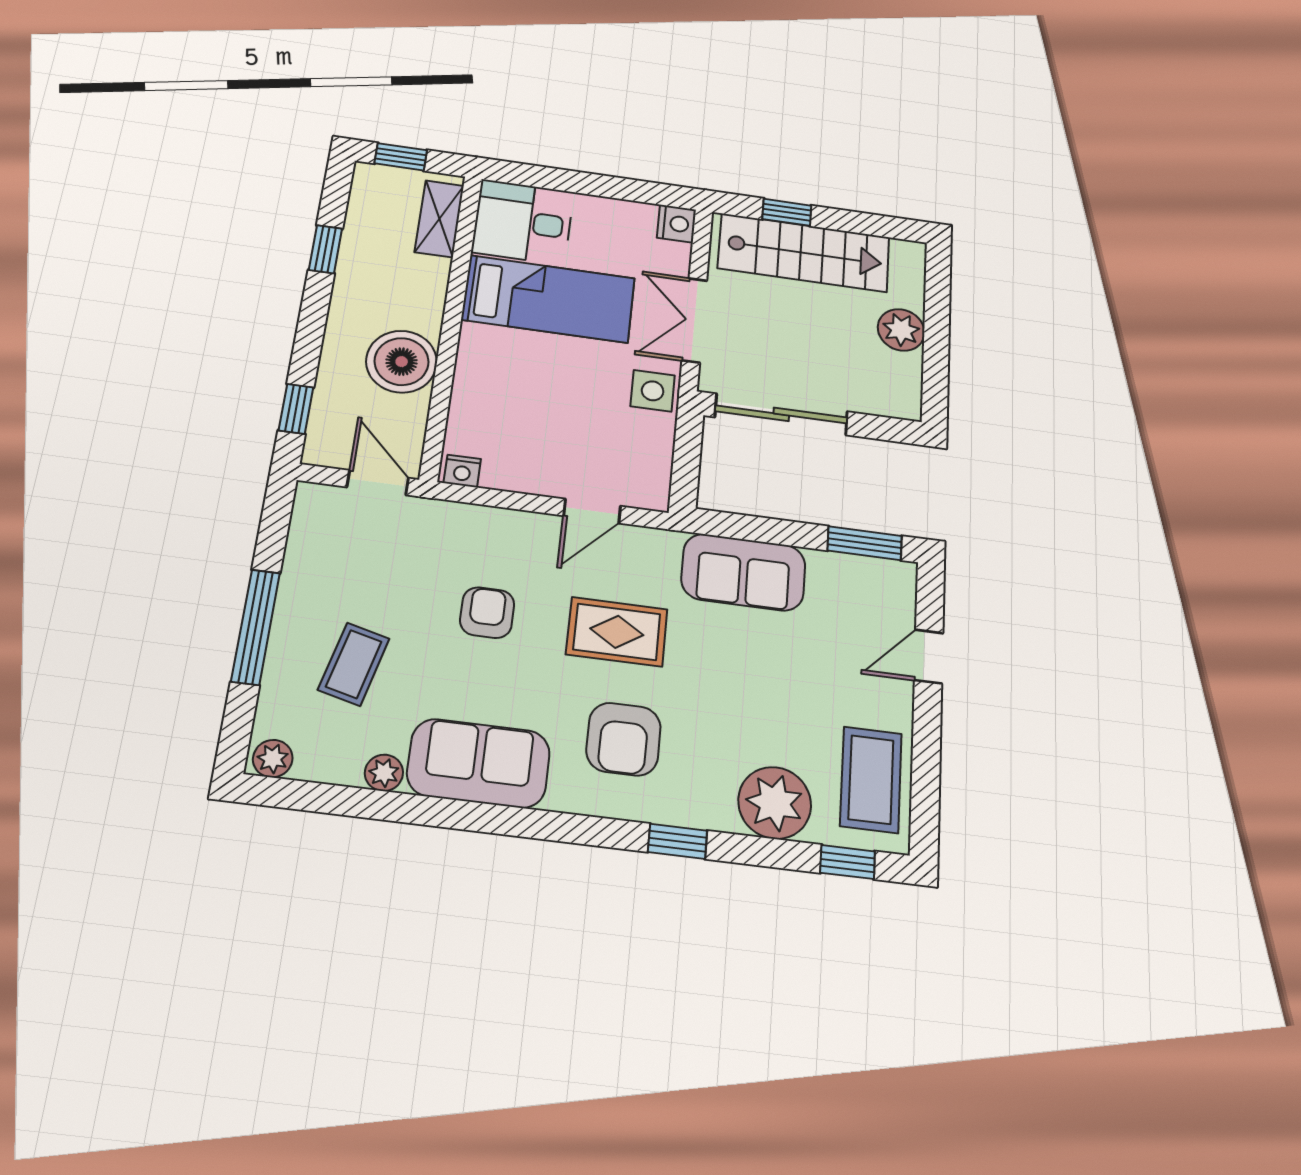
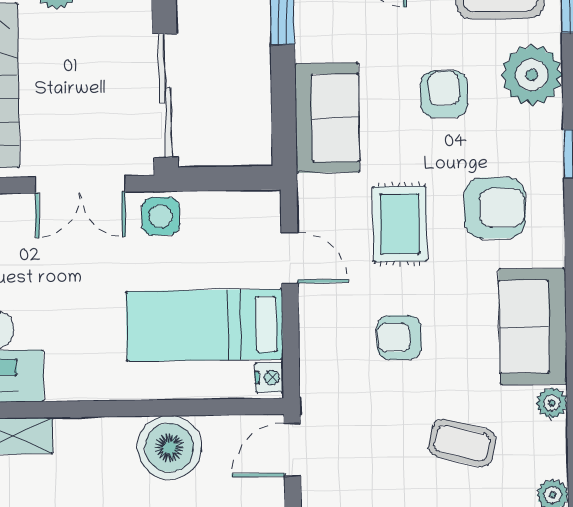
bed: (549, 299) -> (204, 325), moved, turned -90
armchair: (760, 701) -> (444, 94), added

